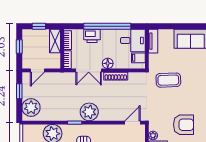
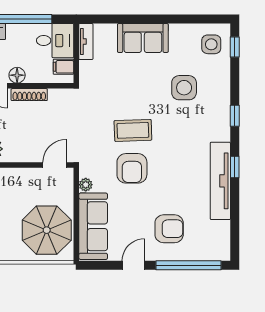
coffee table: (168, 80) -> (133, 130), moved
armchair: (183, 125) -> (132, 168), turned 90

